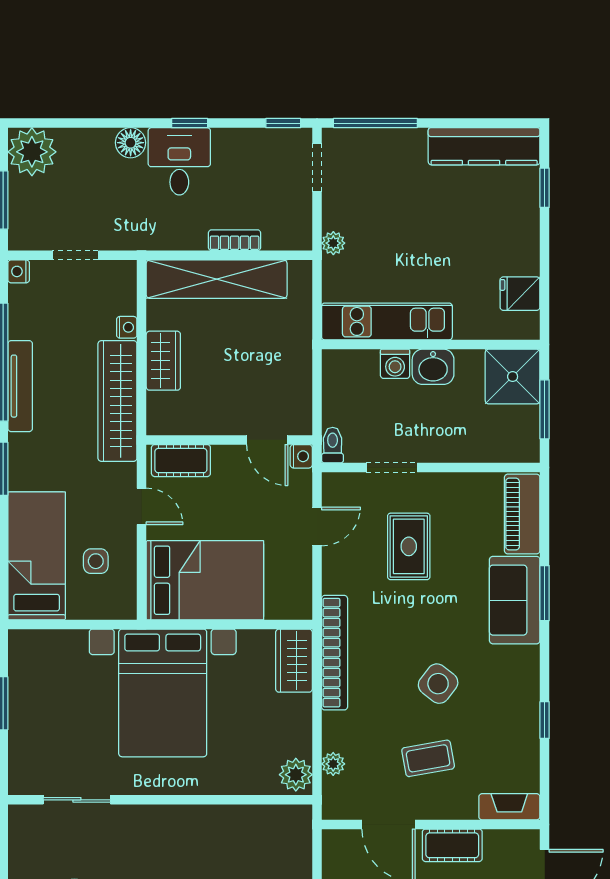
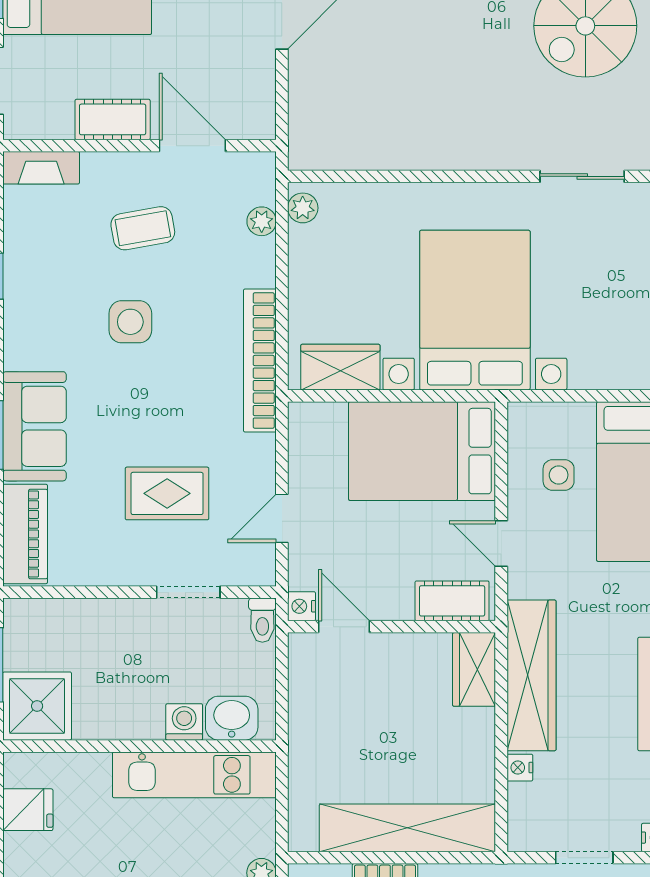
wardrobe: (163, 361) -> (474, 669), moved
washbasin: (433, 367) -> (232, 718), moved
rug: (409, 546) -> (167, 493), turned 90
wardrobe: (294, 661) -> (340, 367), moved, turned -90
side table: (438, 684) -> (130, 322), turned -38
plant: (296, 775) -> (303, 208), width x0.73, depth x0.73

